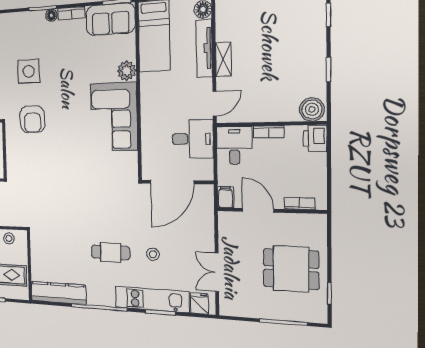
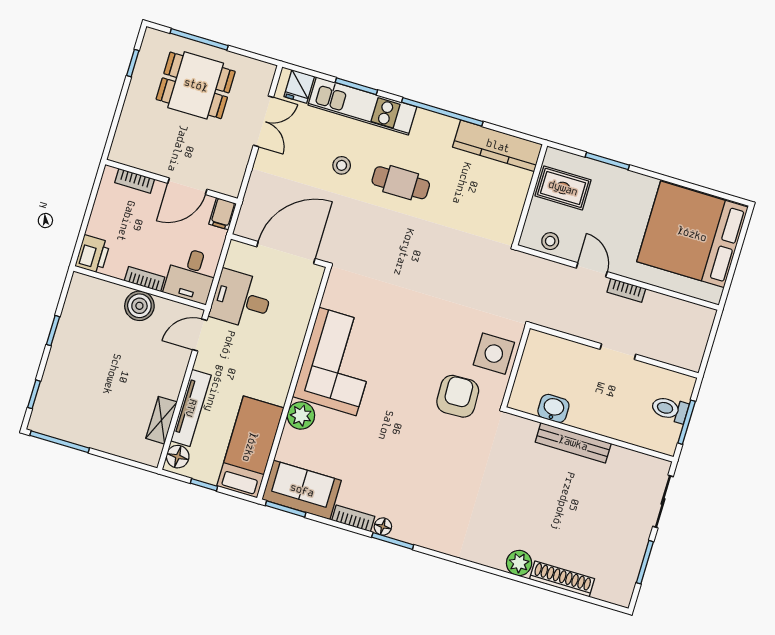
shelving: (223, 59) -> (161, 420), moved
side table: (29, 71) -> (494, 354), moved
boiler: (312, 109) -> (139, 306), moved
door: (258, 210) -> (187, 186), hinge flipped
dining table: (291, 269) -> (196, 85), moved

